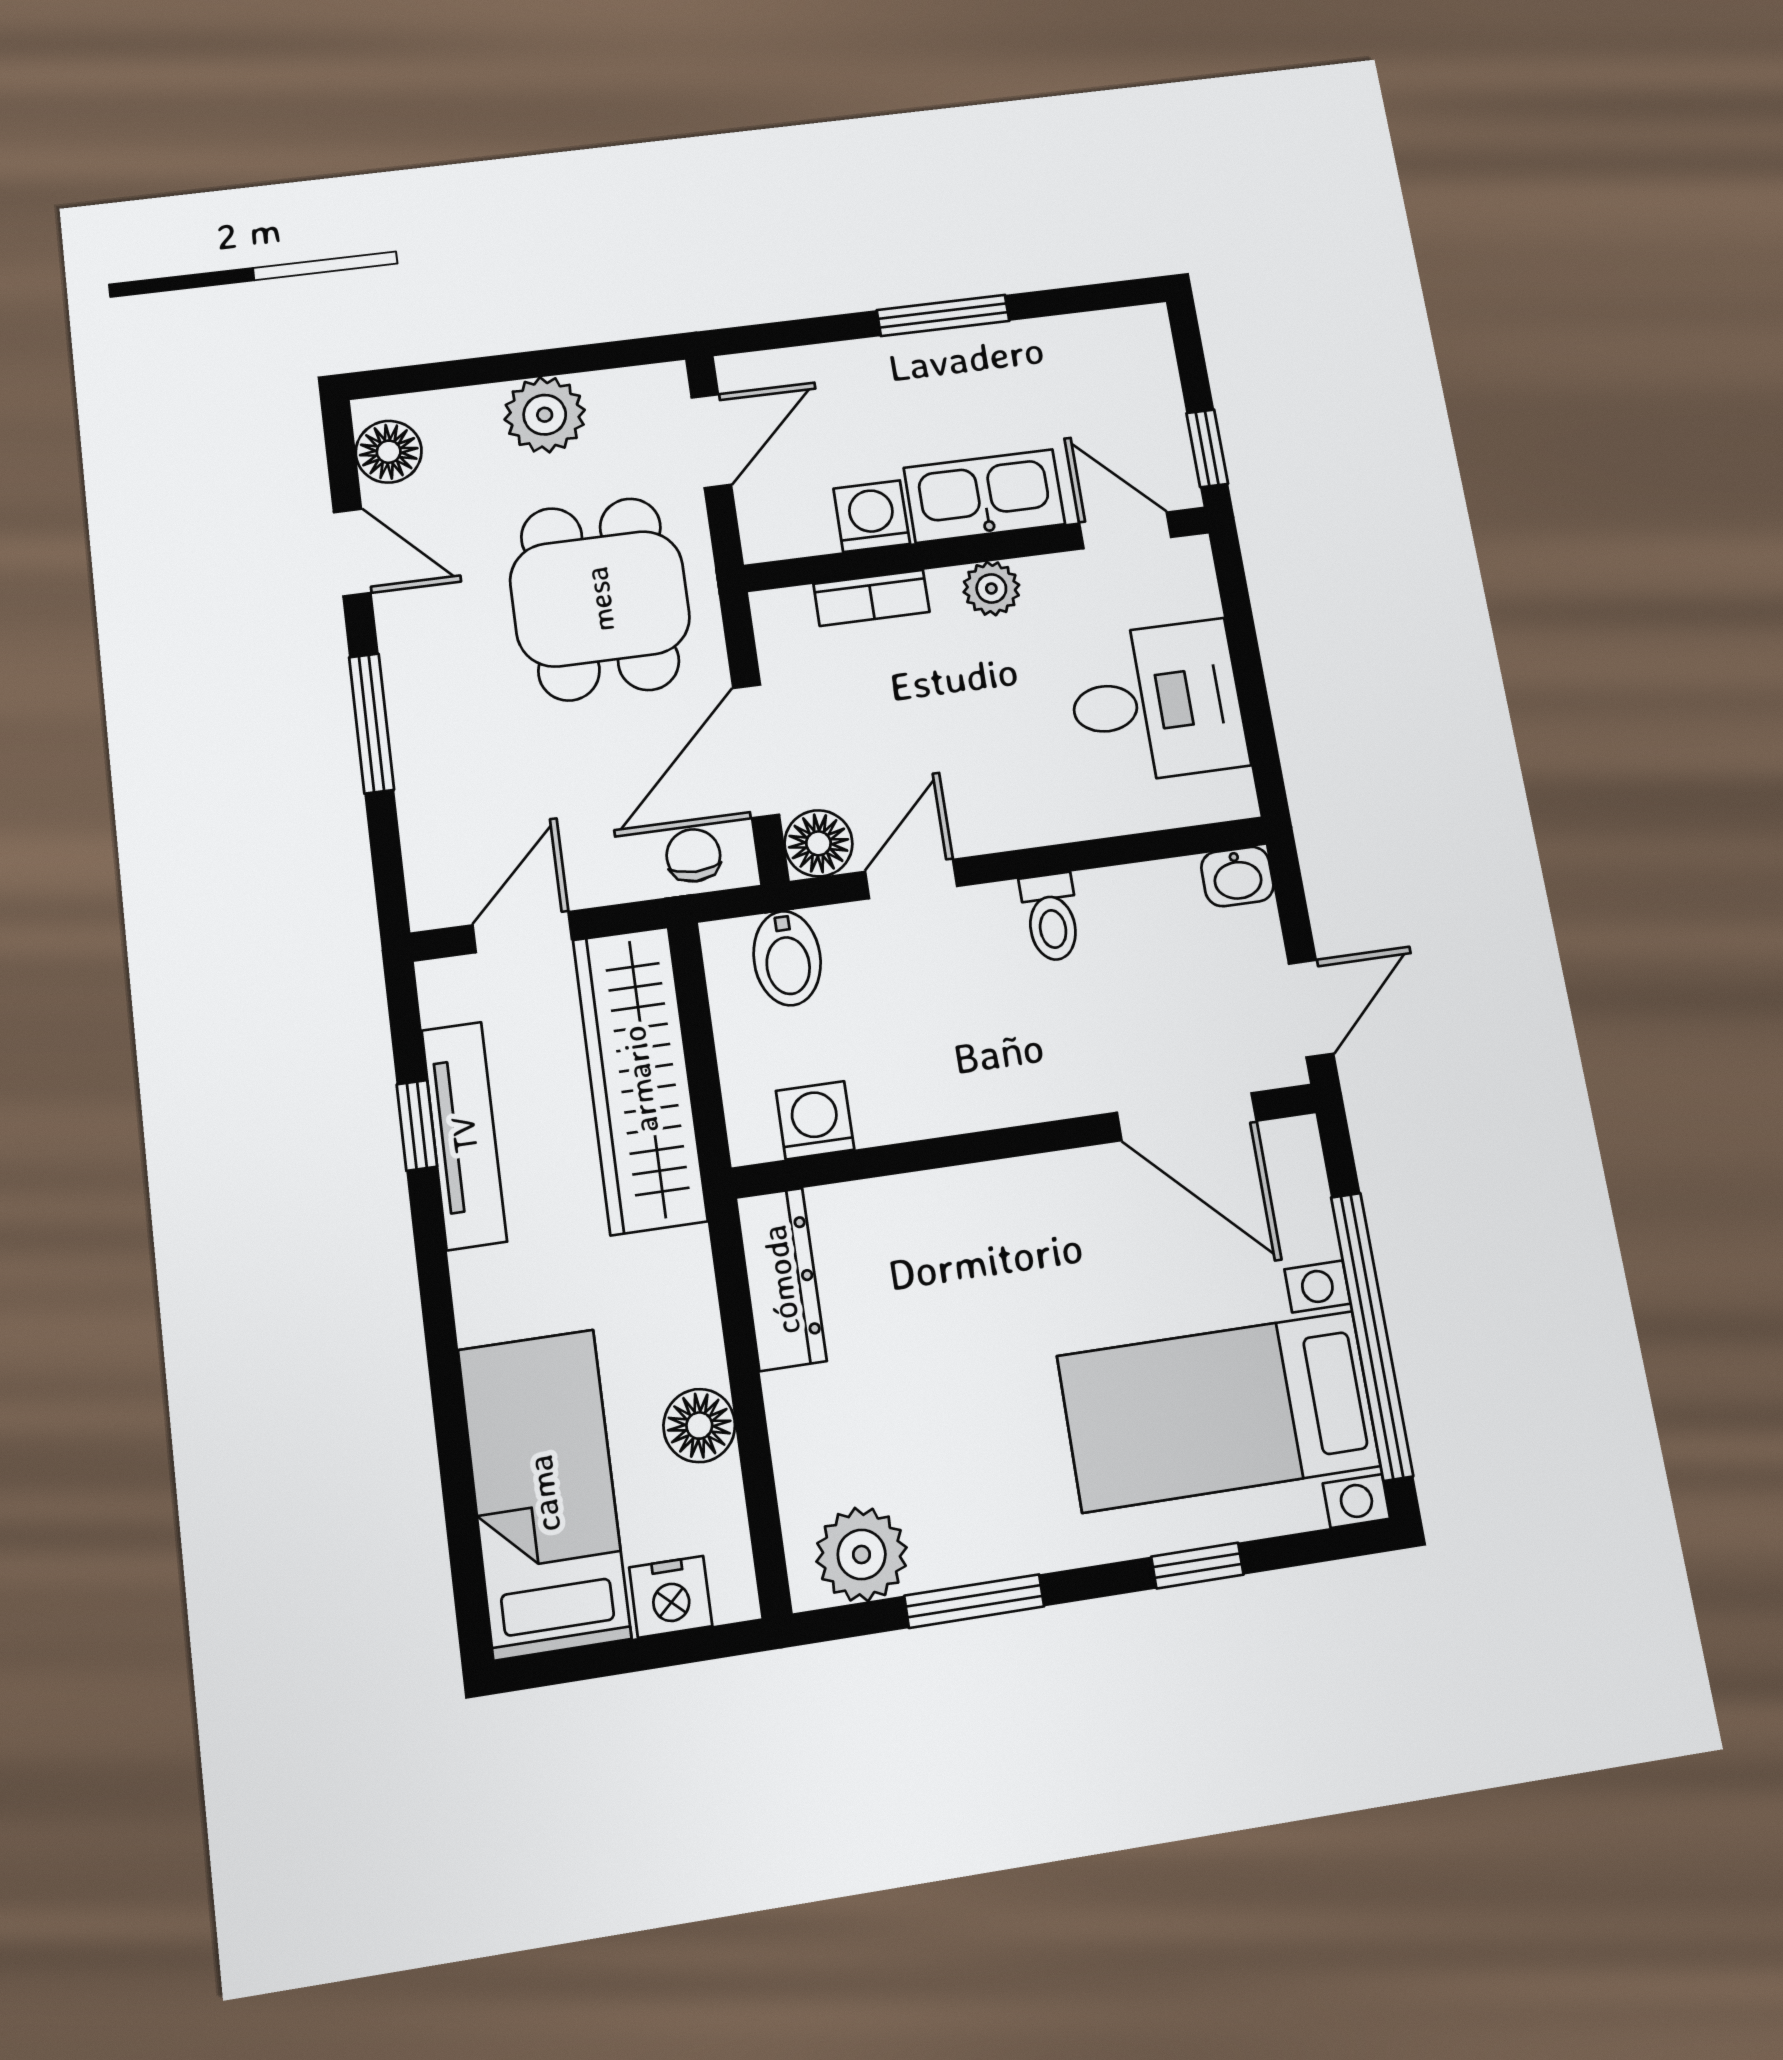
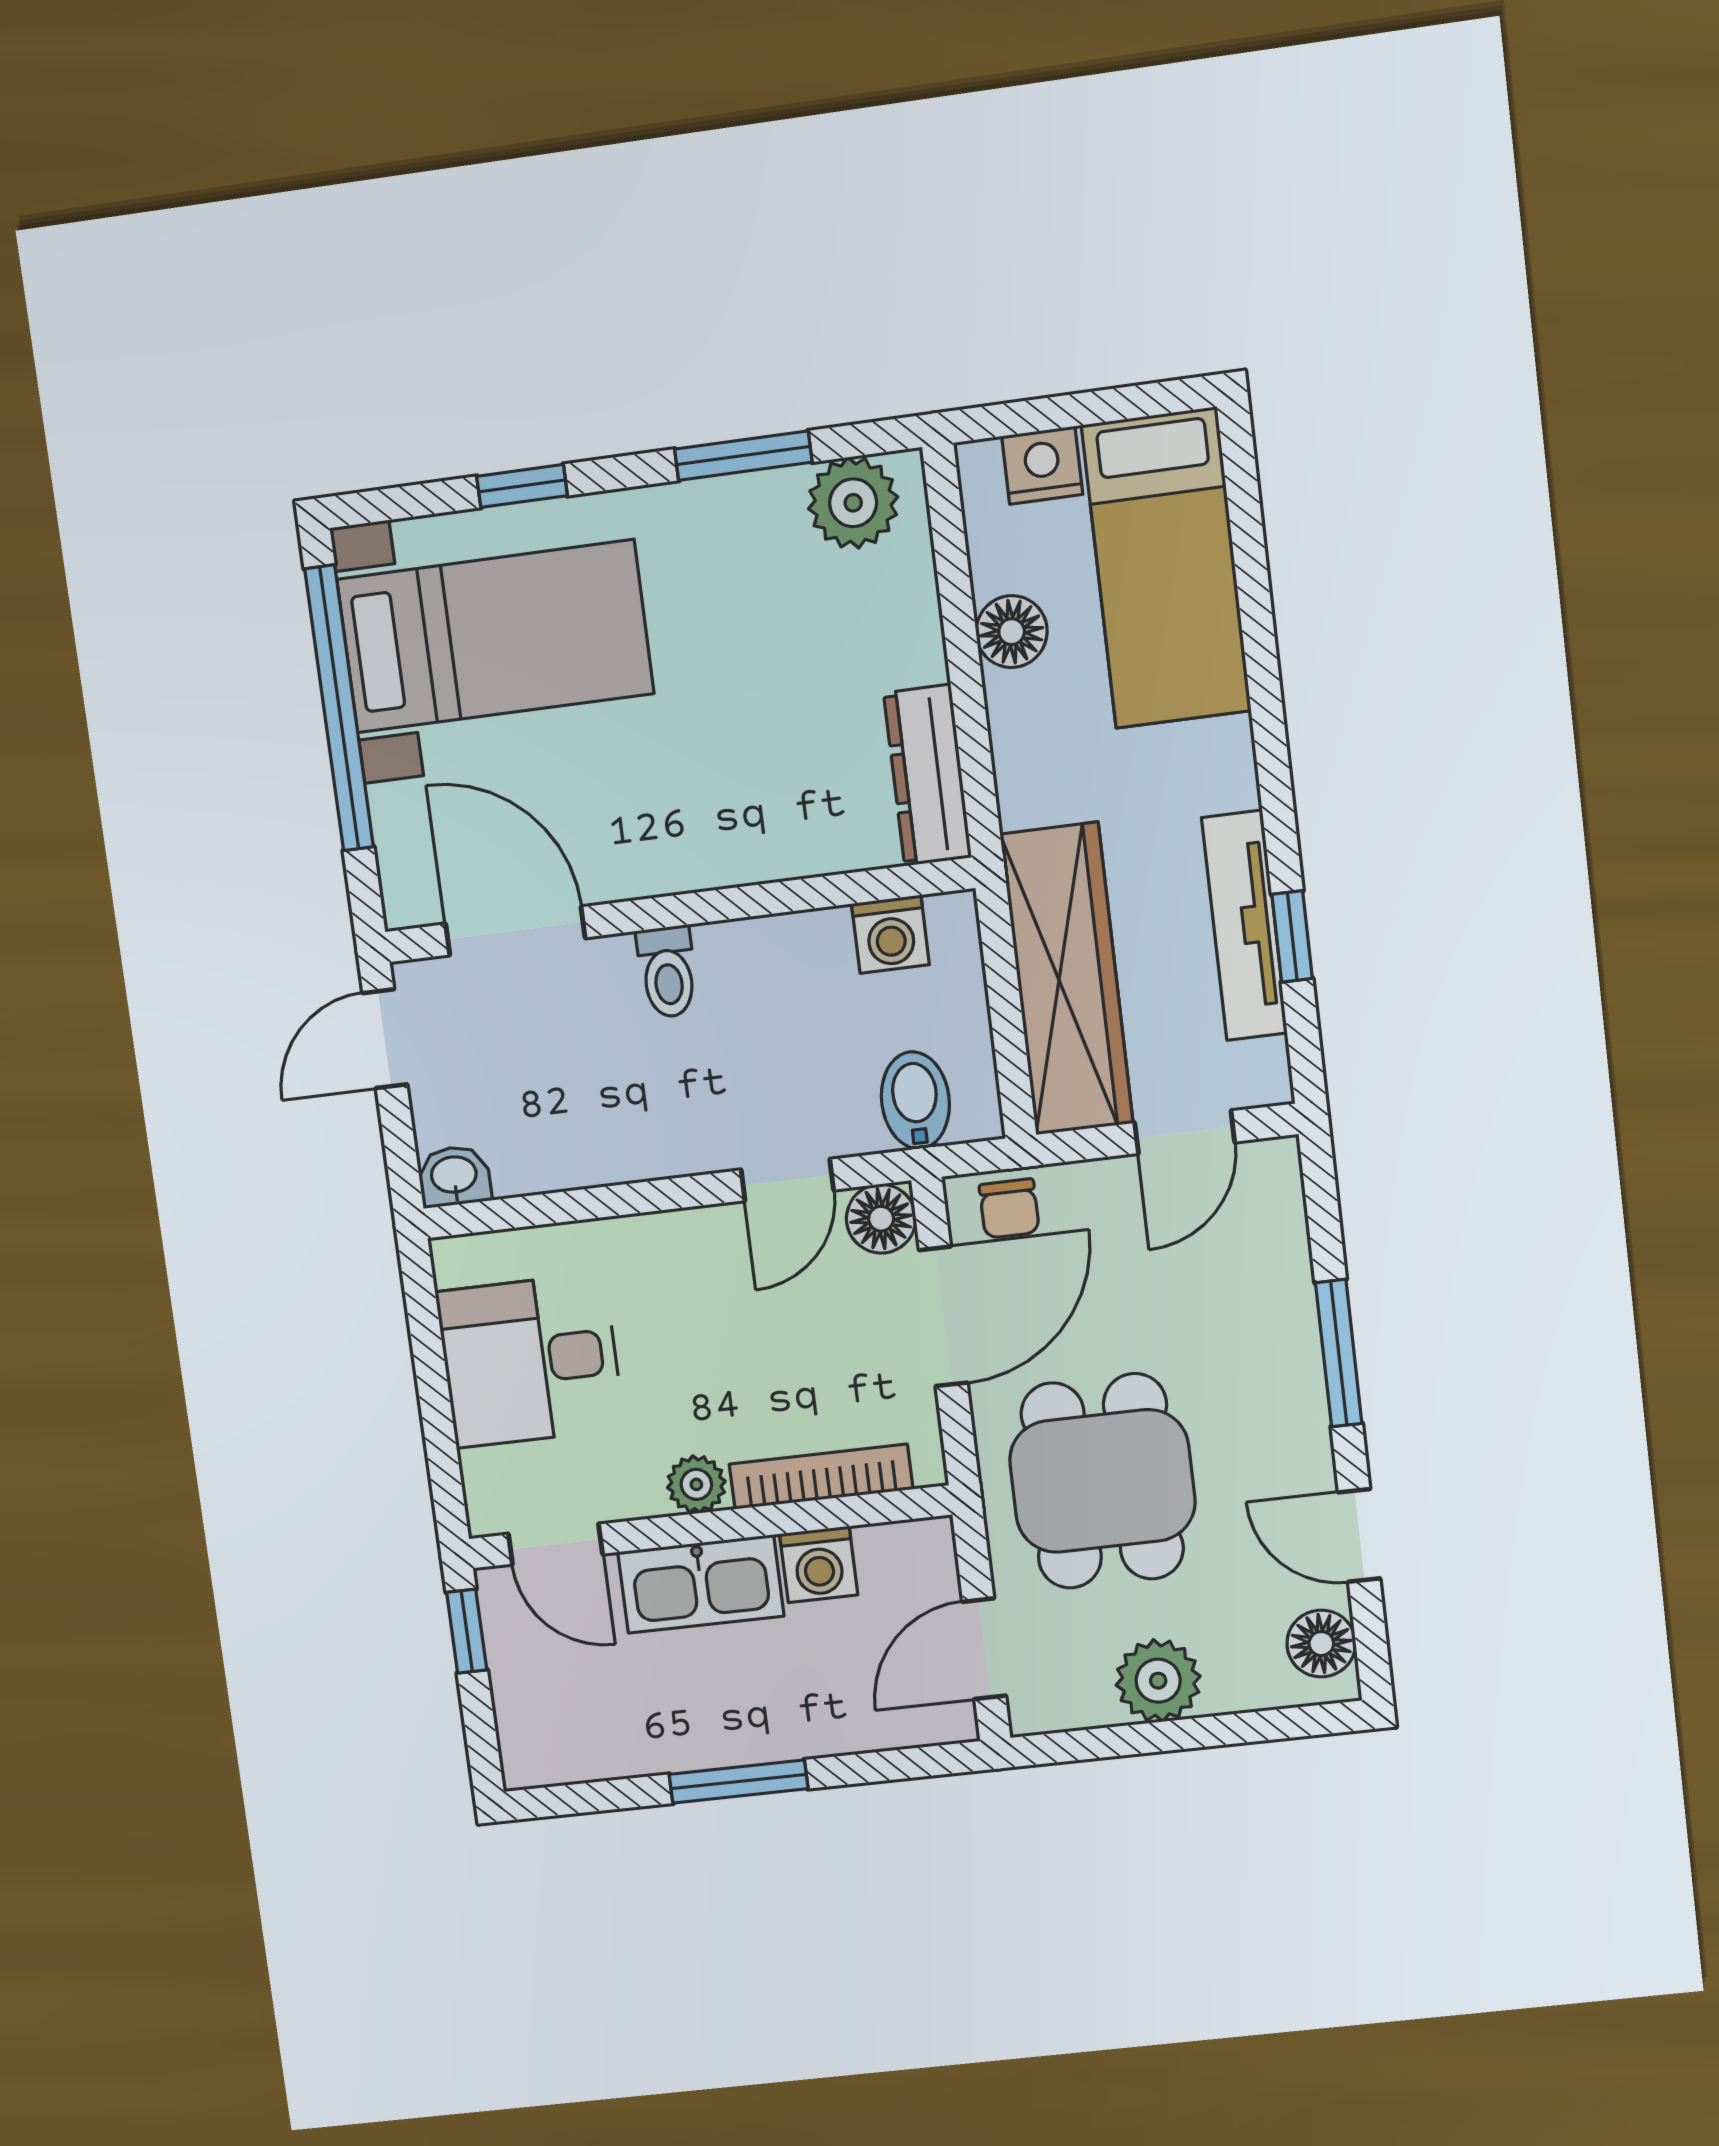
bookcase: (871, 598) -> (821, 1477), width x1.56
toilet: (1051, 917) -> (667, 972), moved, turned 180

